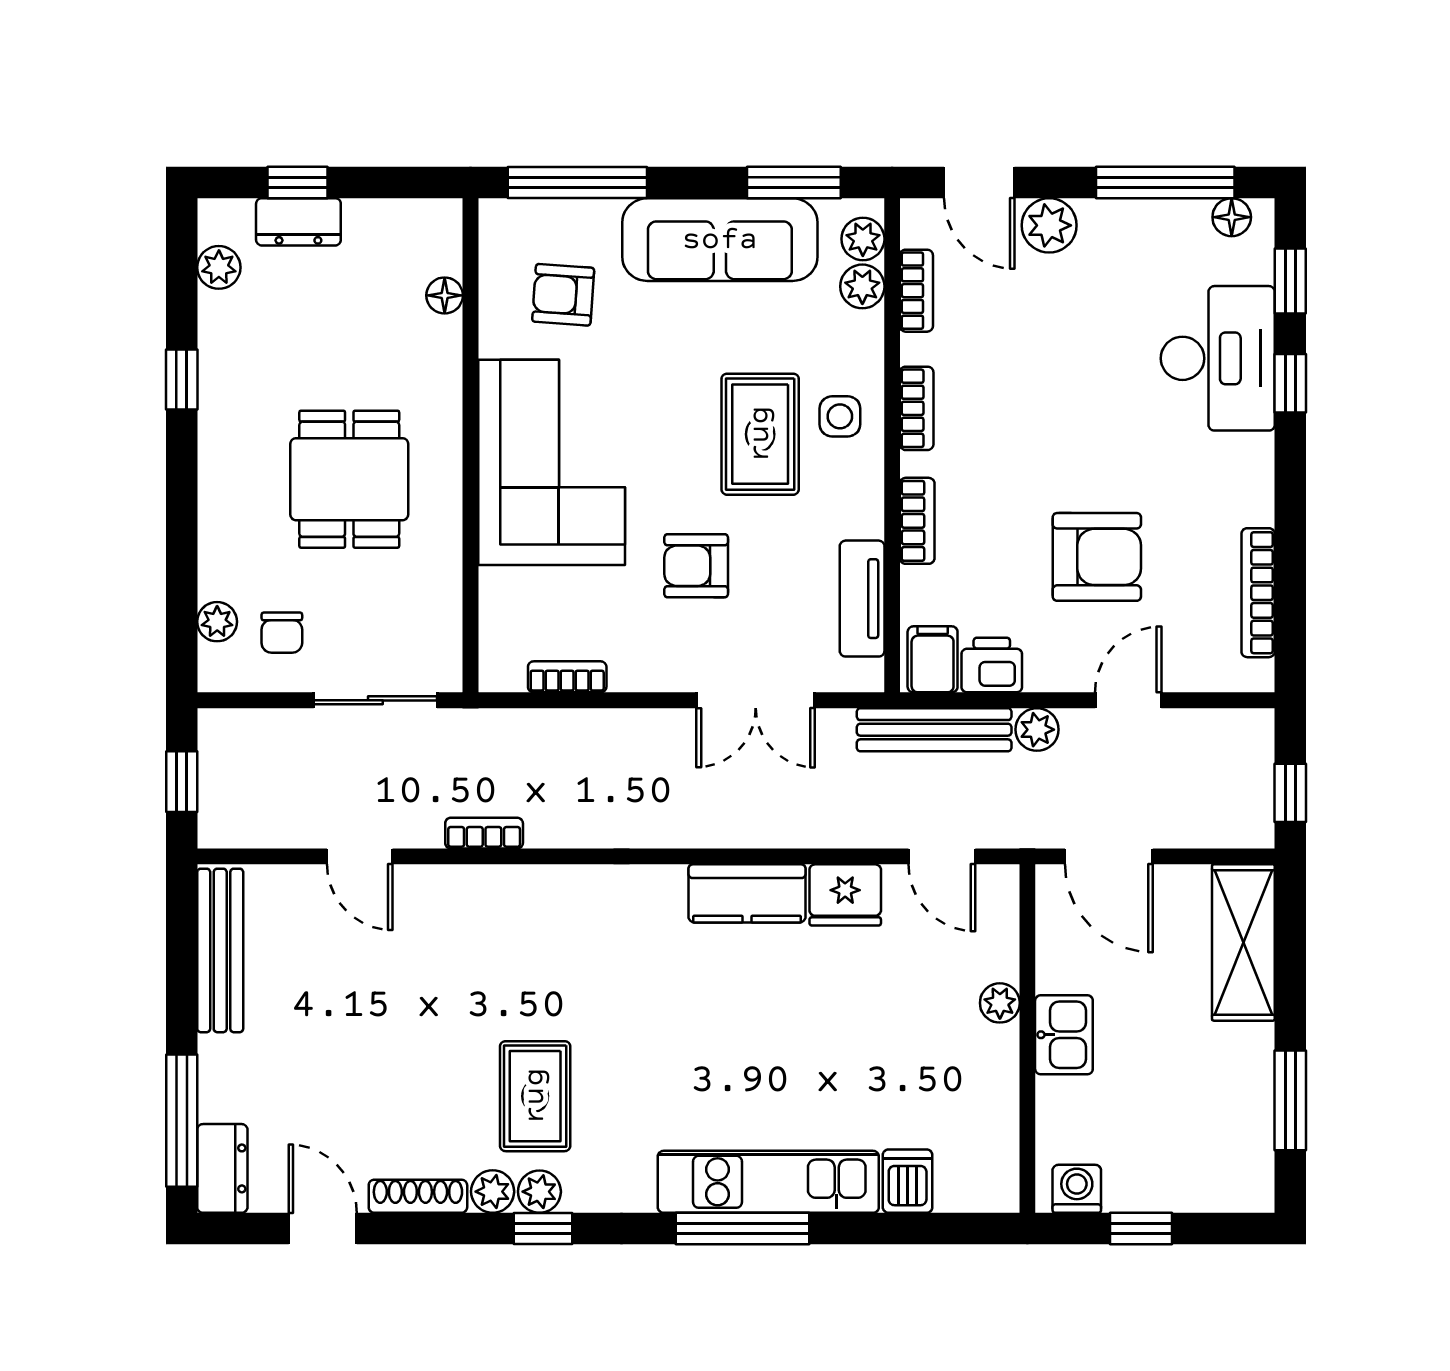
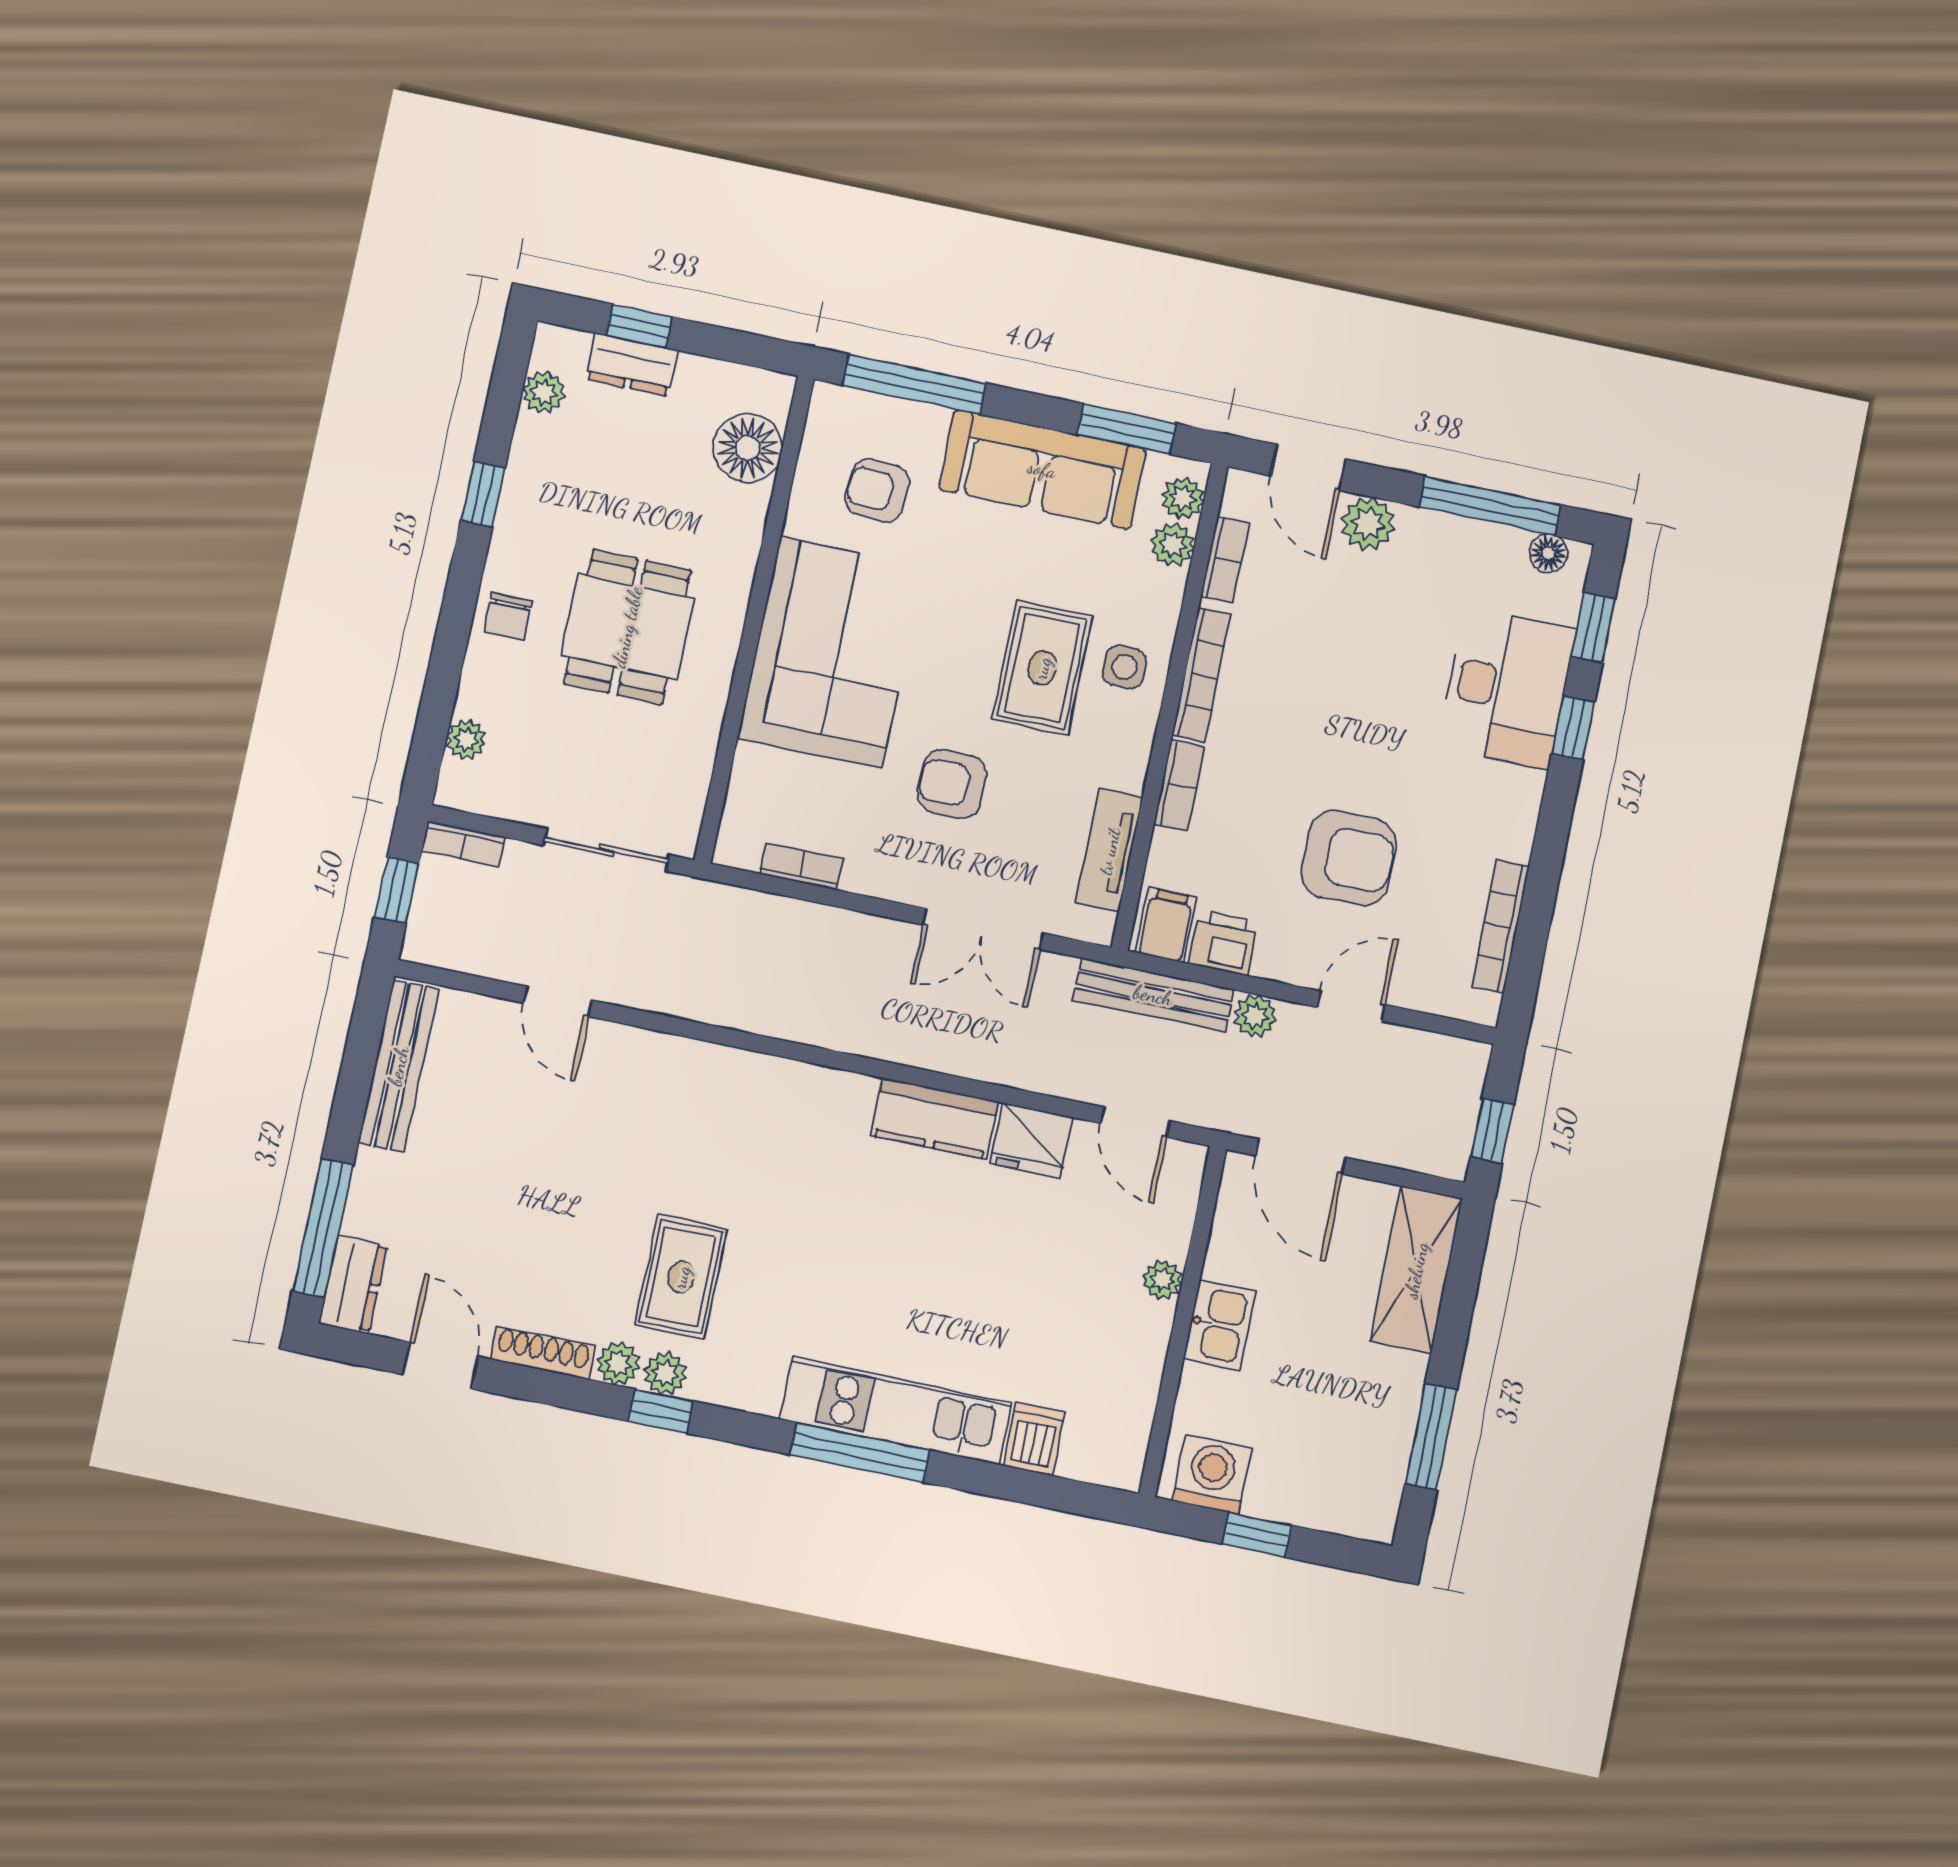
floor lamp: (445, 295) -> (748, 448), width x1.89, depth x1.89
bookcase: (917, 408) -> (1201, 675), width x1.56
chair: (282, 633) -> (508, 616), moved
bookcase: (484, 833) -> (463, 844), moved, turned 180
washing machine: (1077, 1189) -> (1212, 1474), width x1.38, depth x1.38

